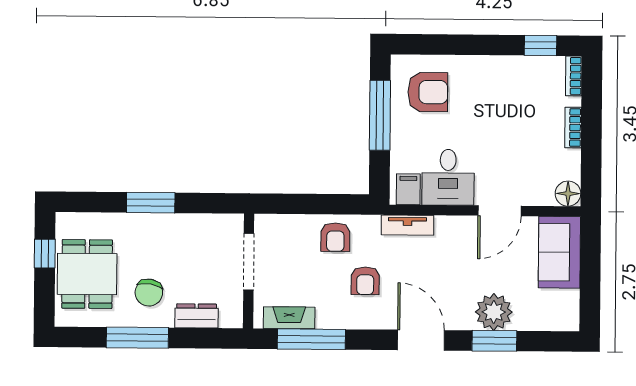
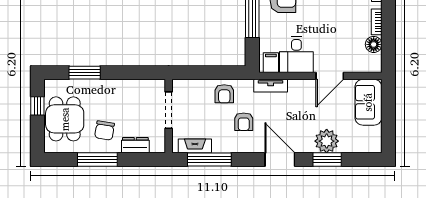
floor lamp: (568, 194) -> (374, 44), moved
window: (151, 203) -> (85, 73), moved

